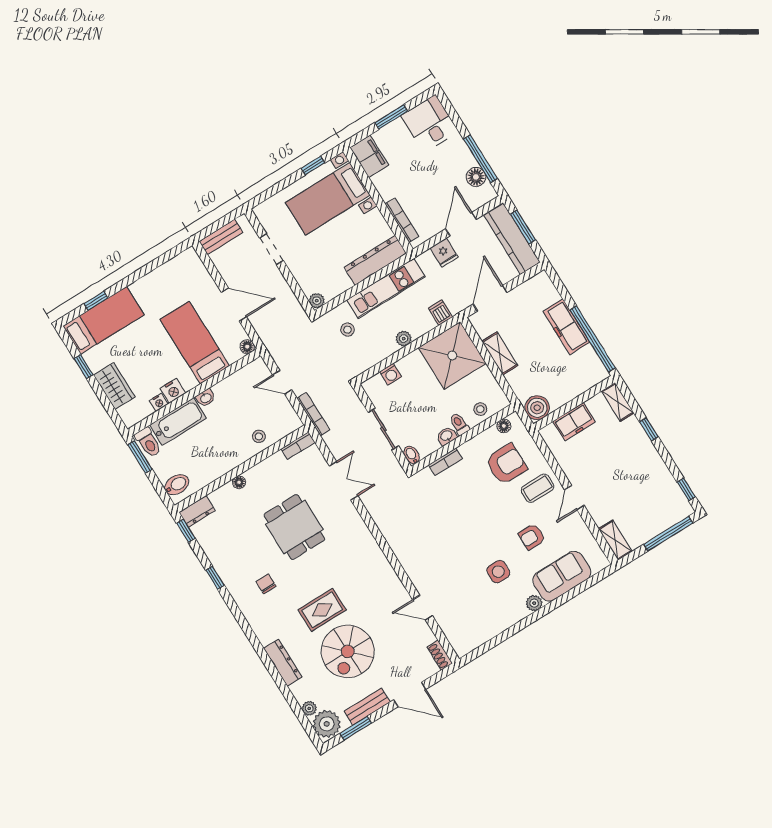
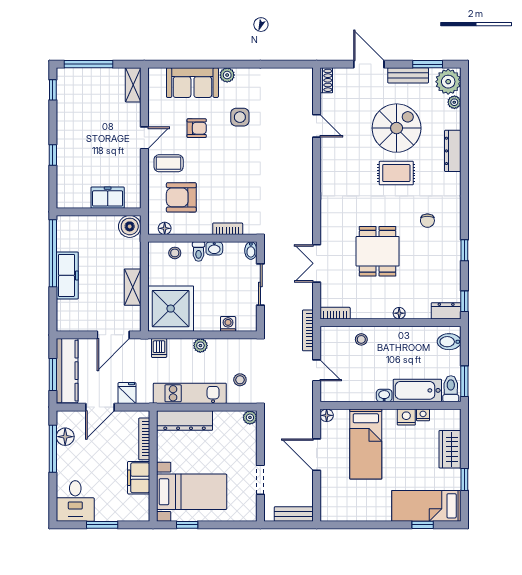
filing cabinet: (369, 156) -> (139, 478), moved
shelving: (618, 402) -> (64, 192), removed

